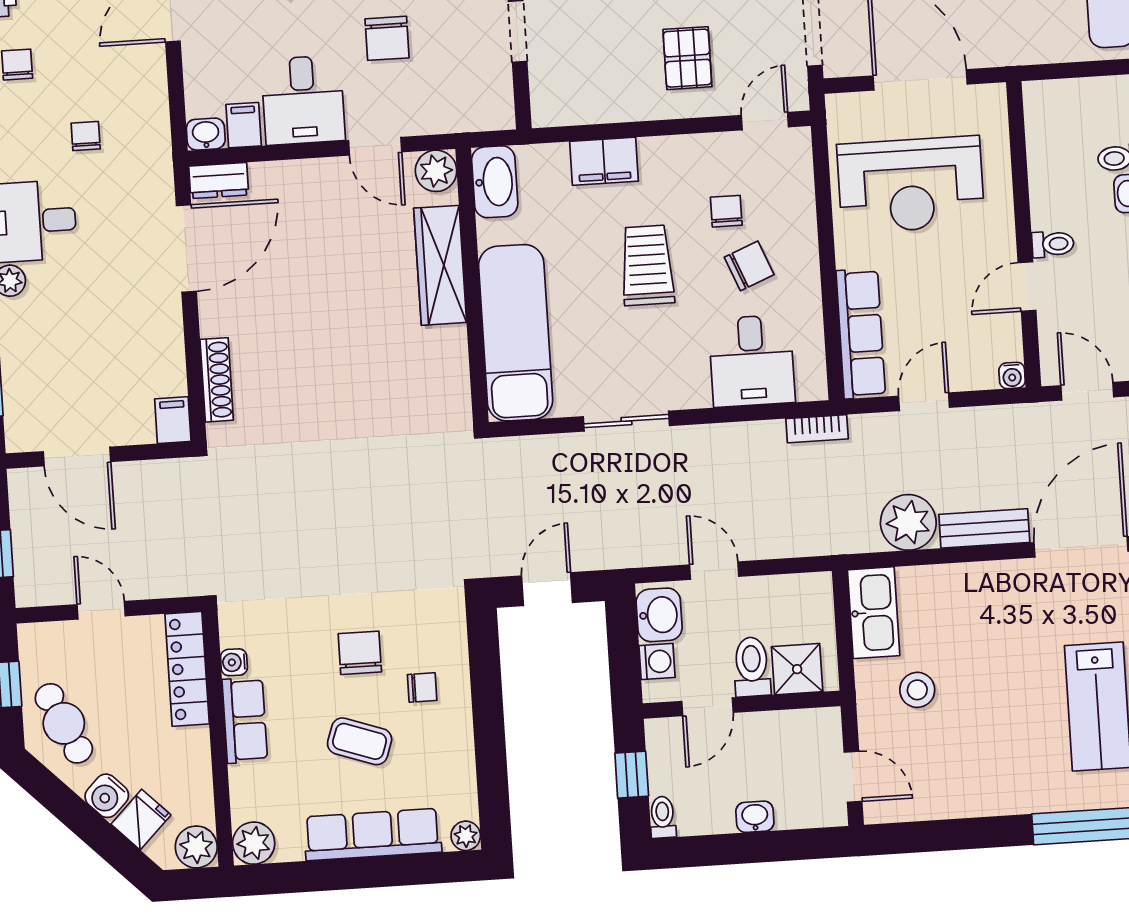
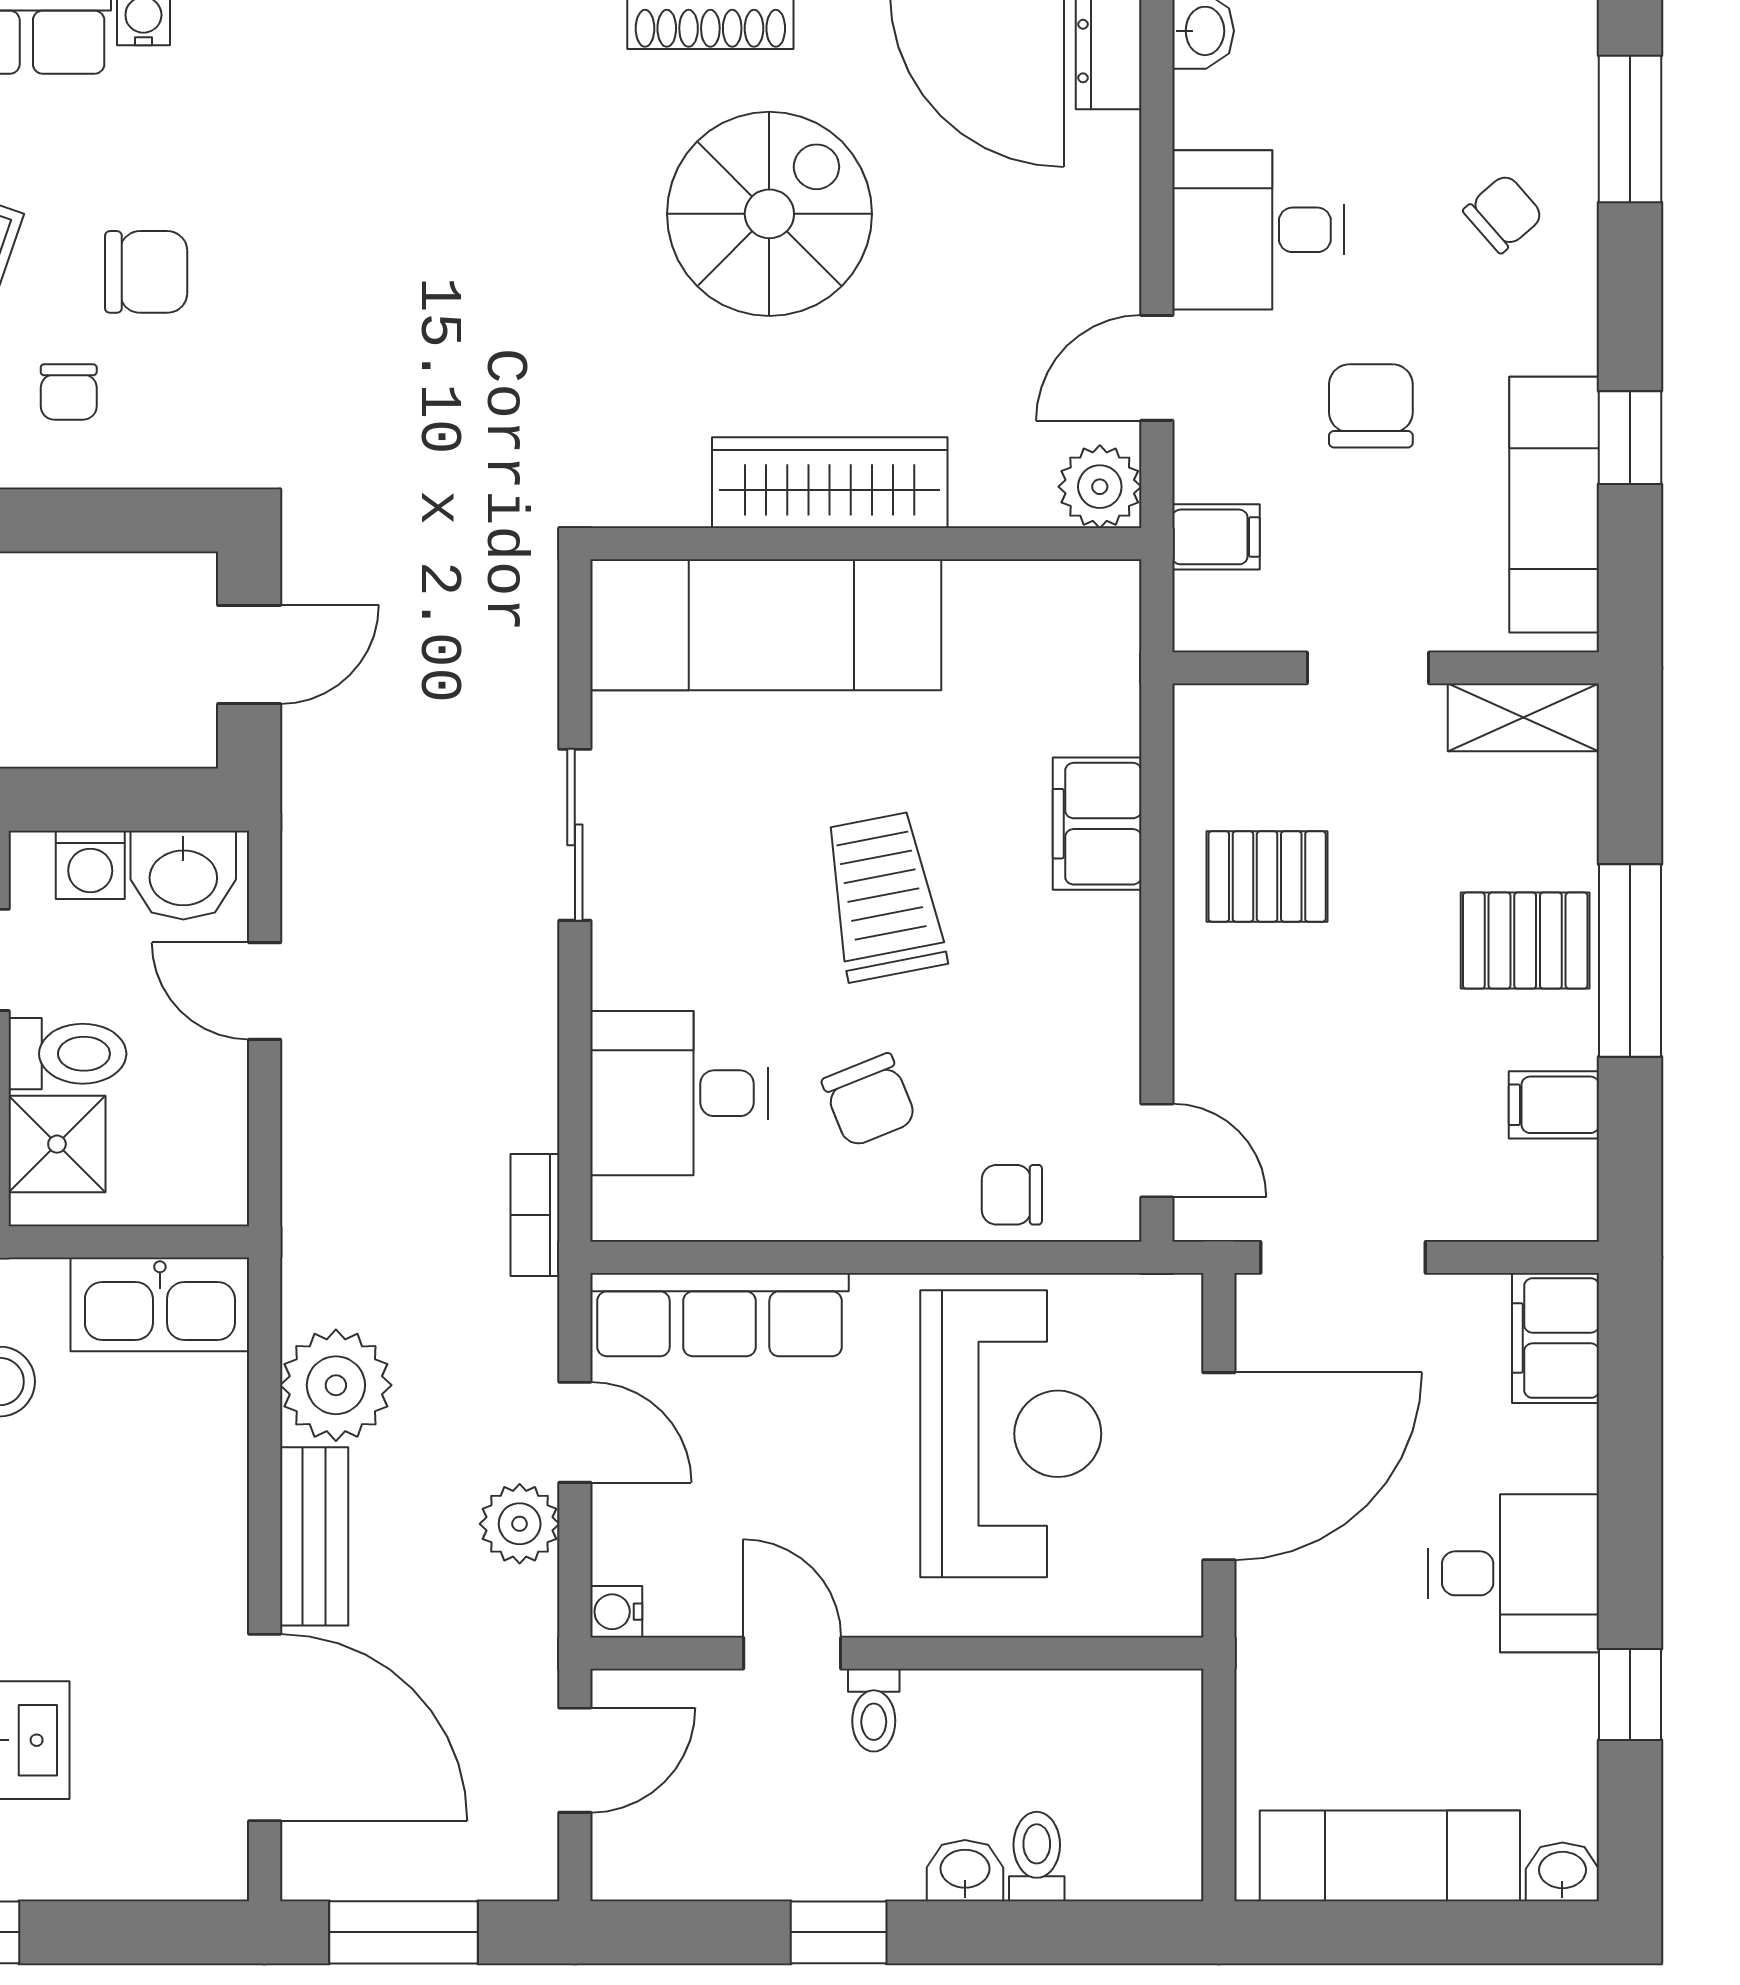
chair: (387, 38) -> (1371, 406), turned 90
pallet: (687, 58) -> (1267, 876), moved
filing cabinet: (244, 125) -> (1216, 537), moved
washbasin: (495, 182) -> (1070, 603), removed
reception desk: (911, 185) -> (1011, 1434), turned 180
chair: (726, 211) -> (1012, 1195), moved, turned 180
wardrobe: (440, 265) -> (830, 483), moved
trolley: (647, 265) -> (884, 897), turned -101
spiral stairs: (311, 344) -> (769, 214), added
plant: (971, 426) -> (520, 1524), added
door: (714, 571) -> (265, 991), swing flipped
door: (547, 589) -> (249, 655), hinge flipped

